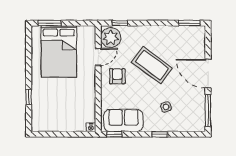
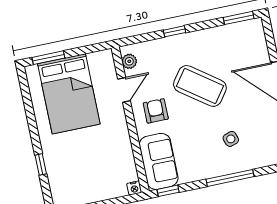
window: (120, 23) -> (175, 31), moved
plant: (111, 38) -> (129, 61), width x0.53, depth x0.53
sofa: (123, 120) -> (159, 161), moved, turned 90
window: (160, 134) -> (230, 178), width x2.17

